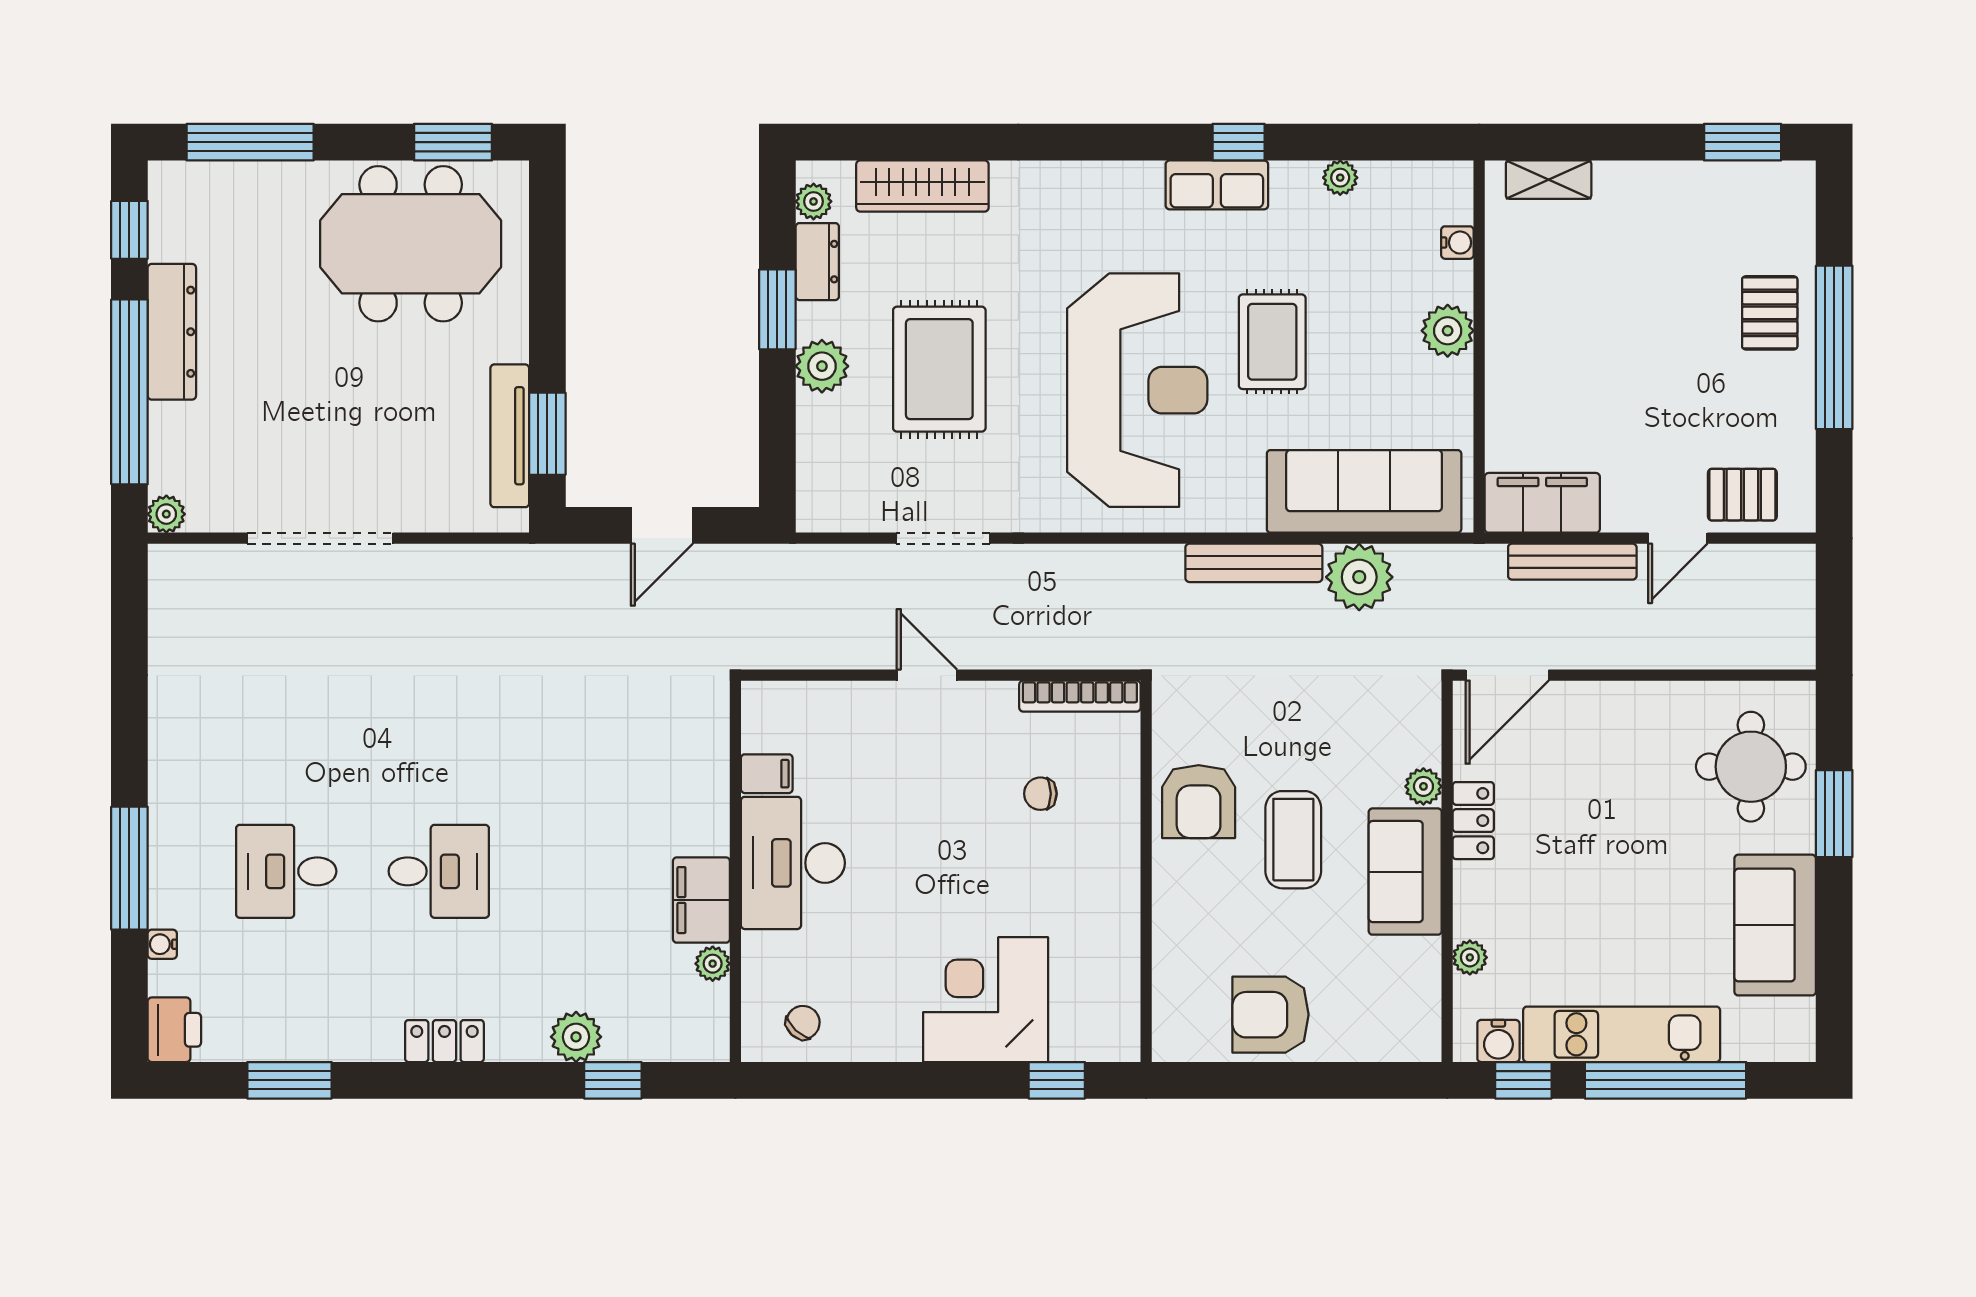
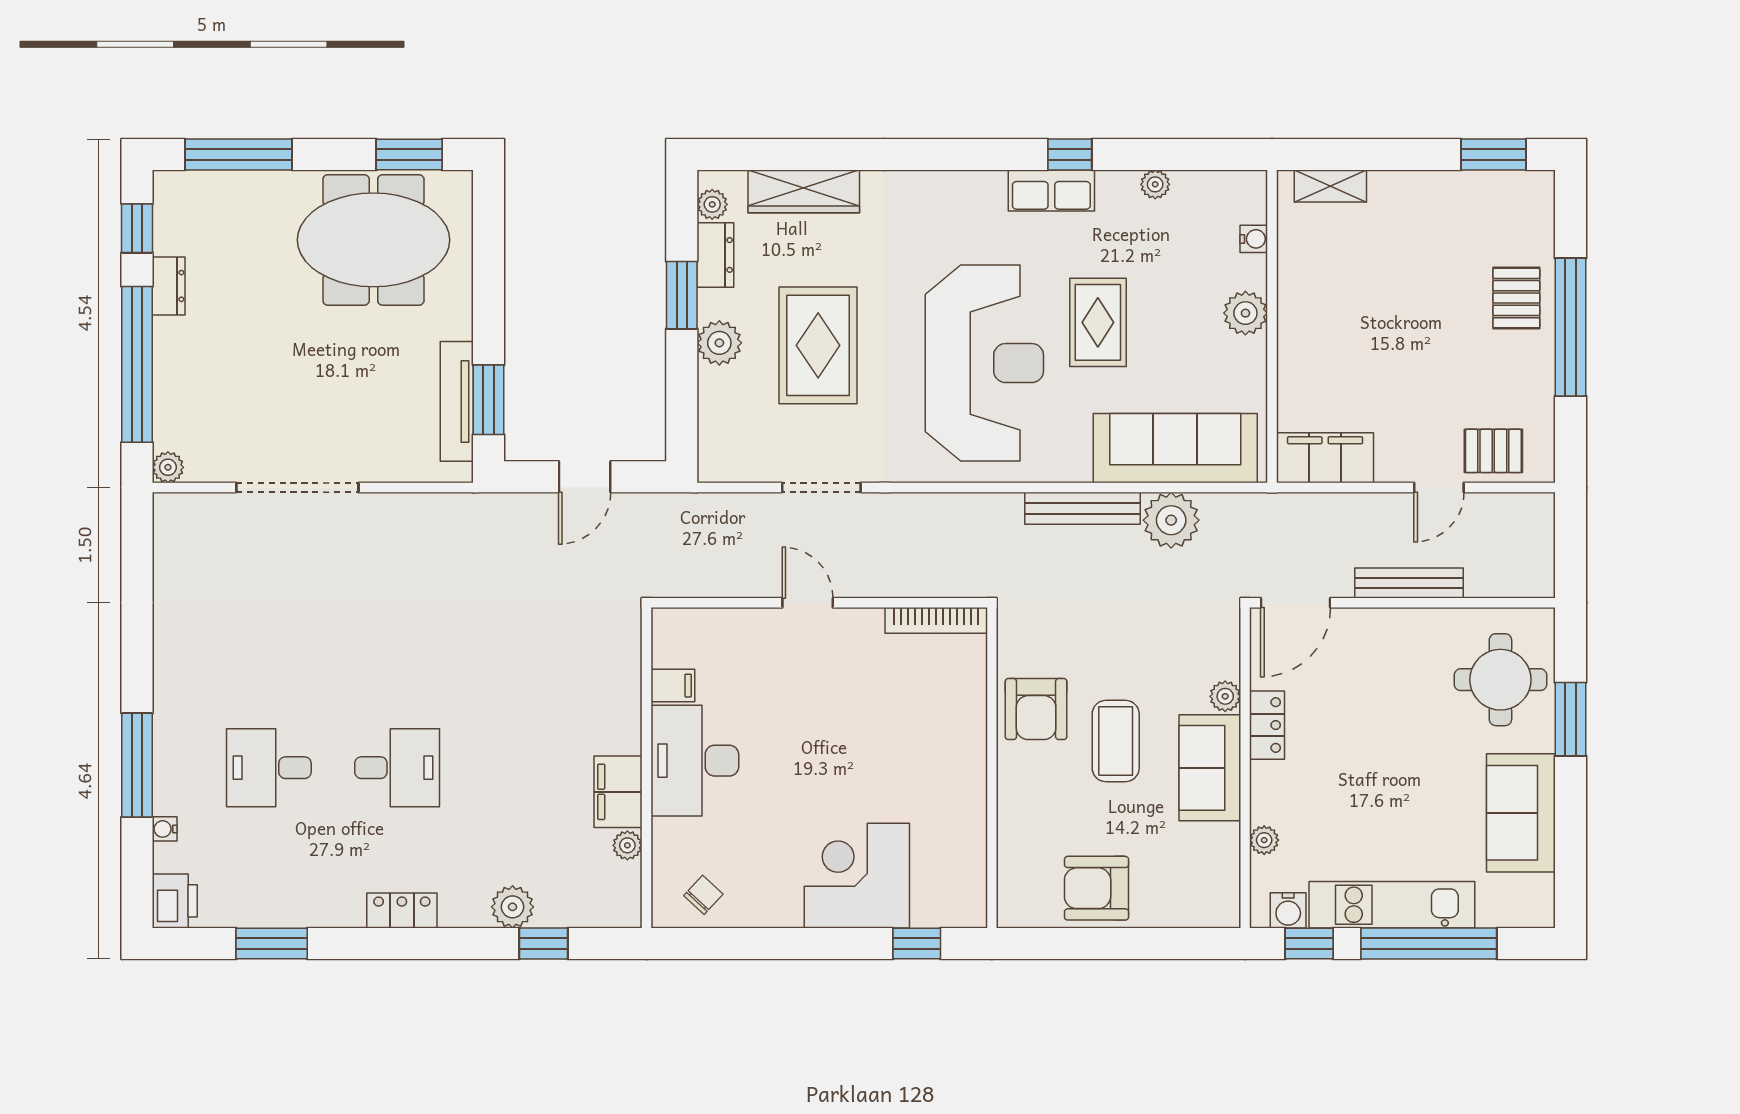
dresser: (172, 332) -> (169, 286), width x0.51, depth x0.80
bench: (1572, 562) -> (1409, 583), moved
chair: (1040, 794) -> (903, 702), removed

